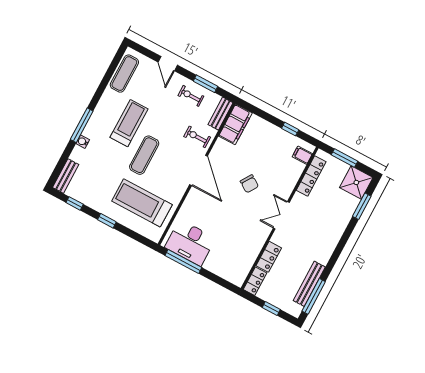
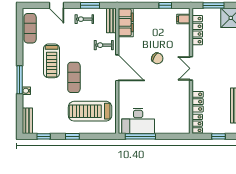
treadmill: (129, 123) -> (52, 61), turned 180

